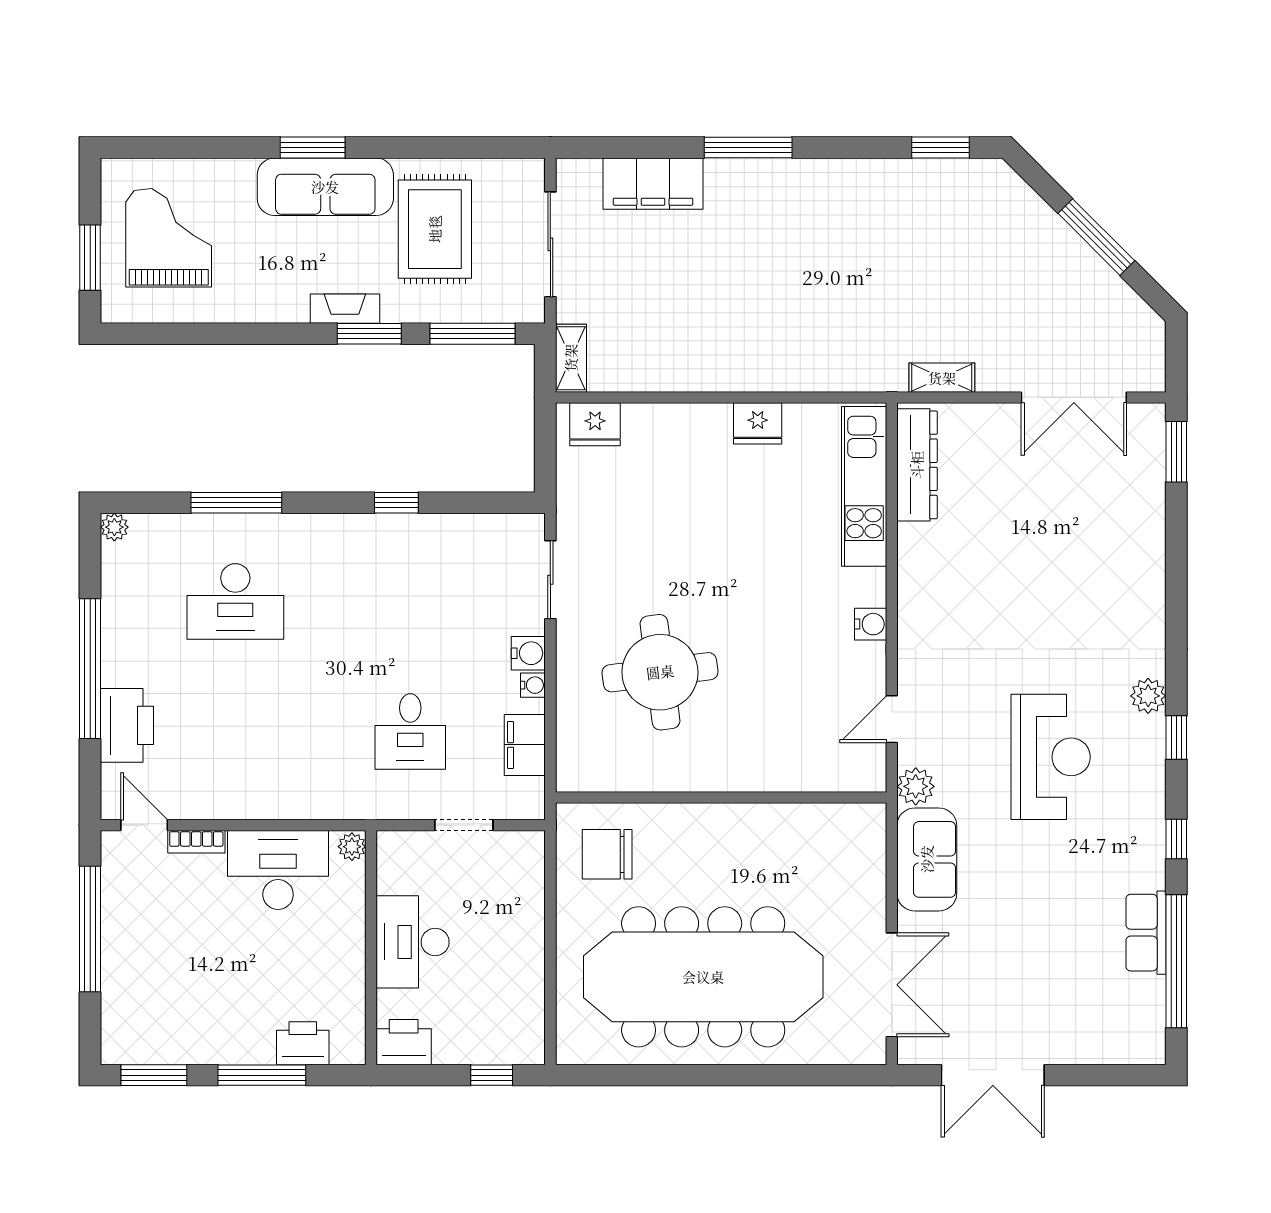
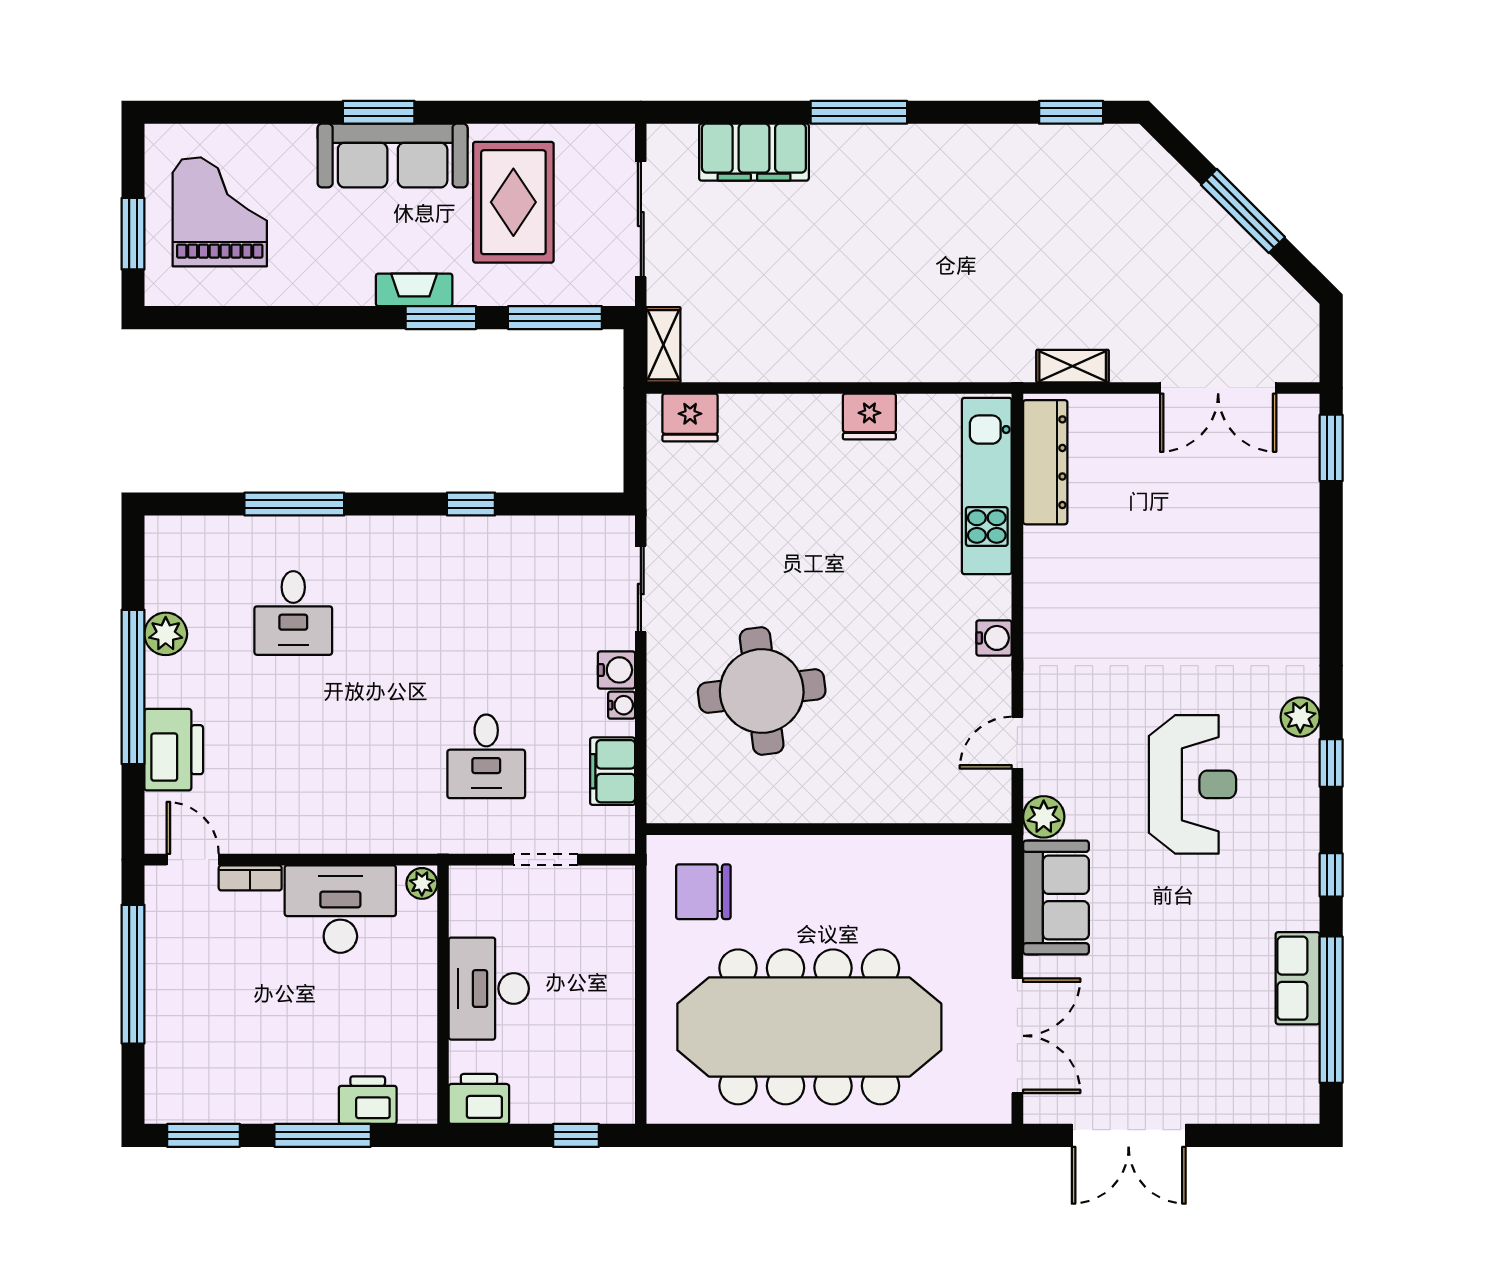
plant: (114, 527) -> (166, 634), moved, width x1.38, depth x1.38
desk: (235, 601) -> (293, 613), width x0.73

